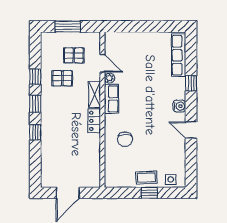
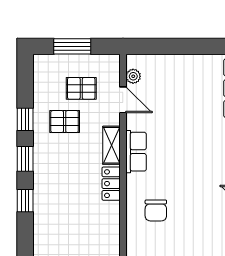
plant: (110, 78) -> (133, 76), moved

